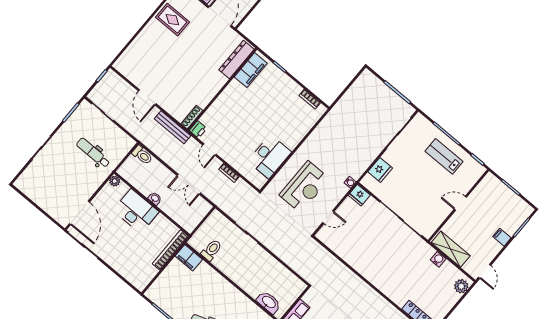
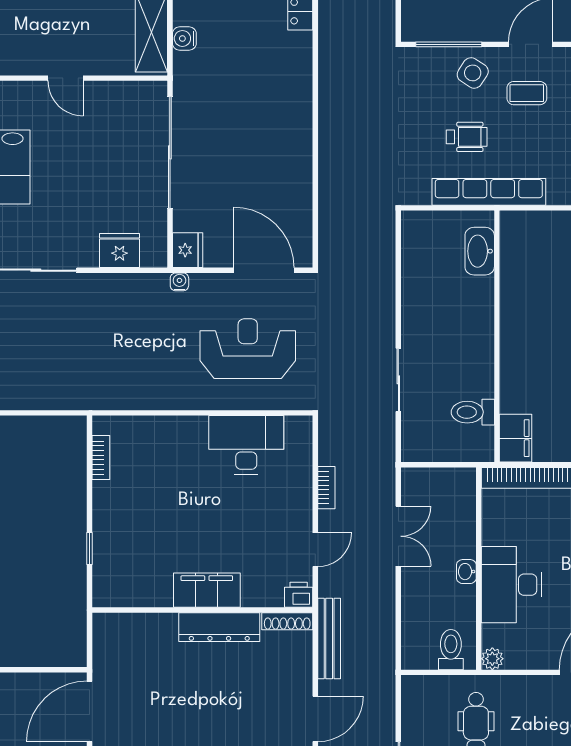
dresser: (236, 59) -> (219, 627), moved
filing cabinet: (251, 70) -> (207, 590), moved
toilet: (142, 155) -> (451, 650), moved
door: (328, 217) -> (264, 270), width x1.87

